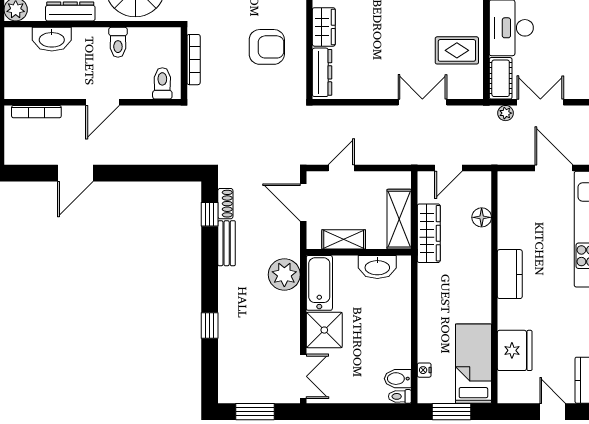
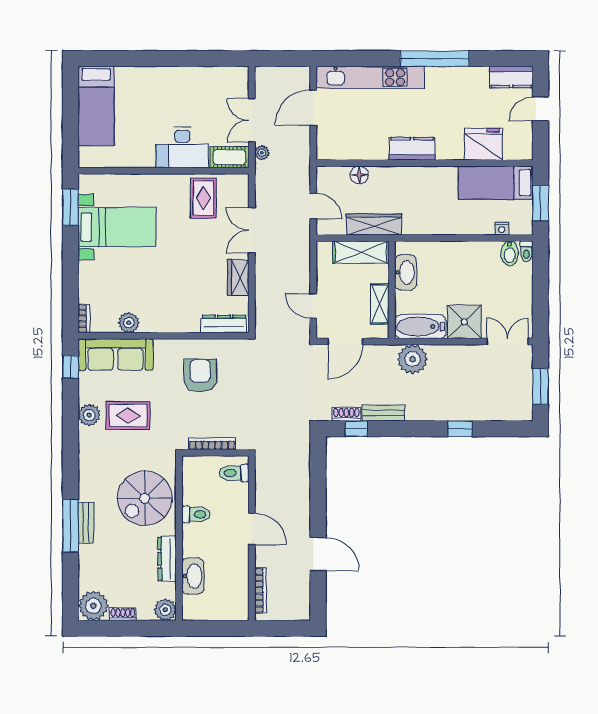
wardrobe: (324, 27) -> (238, 278), moved, turned -90

